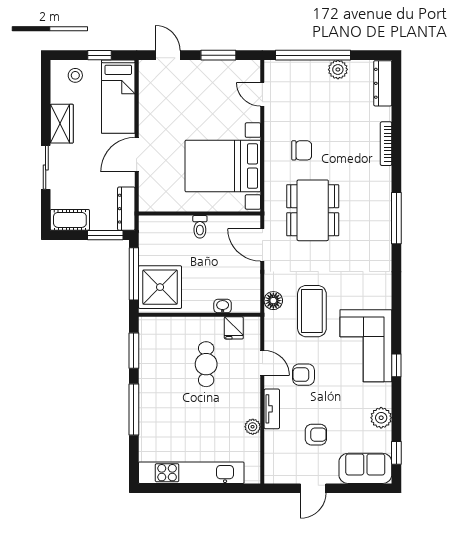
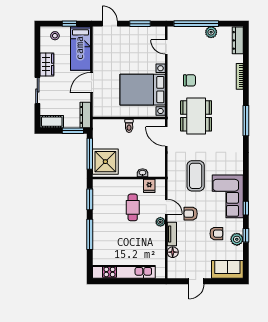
floor lamp: (273, 301) -> (173, 252), moved
plant: (253, 427) -> (160, 222), moved
armchair: (316, 435) -> (216, 234), moved
window: (396, 453) -> (246, 235), moved

